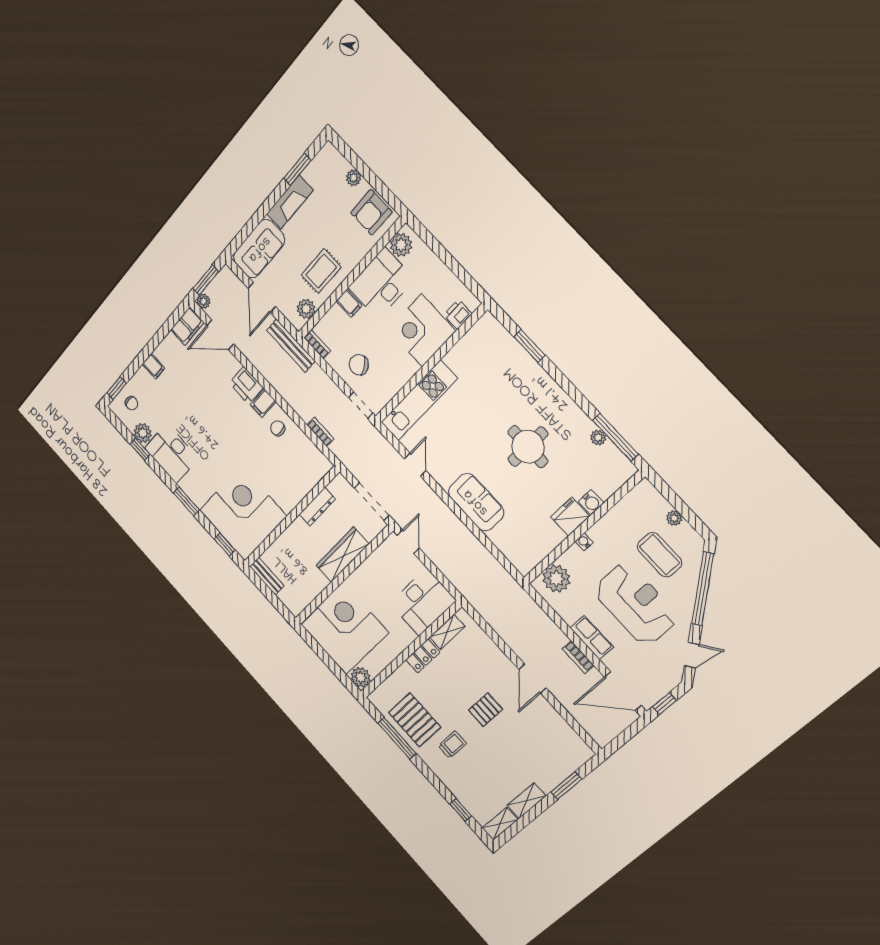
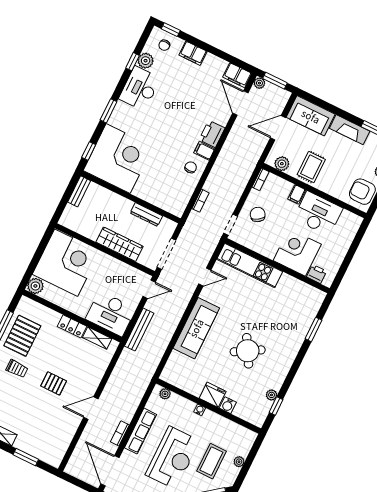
plant: (401, 245) -> (348, 220), removed
rug: (321, 271) -> (311, 167), turned 90
bench: (291, 346) -> (139, 330), moved
filing cabinet: (153, 366) -> (193, 53), width x2.00
window: (615, 437) -> (276, 406), width x0.46
round table: (528, 447) -> (248, 351), turned -30
sofa: (476, 502) -> (196, 328), width x1.36
plant: (556, 579) -> (165, 394), width x0.53, depth x0.53
row of seats: (592, 638) -> (140, 431), width x1.48

